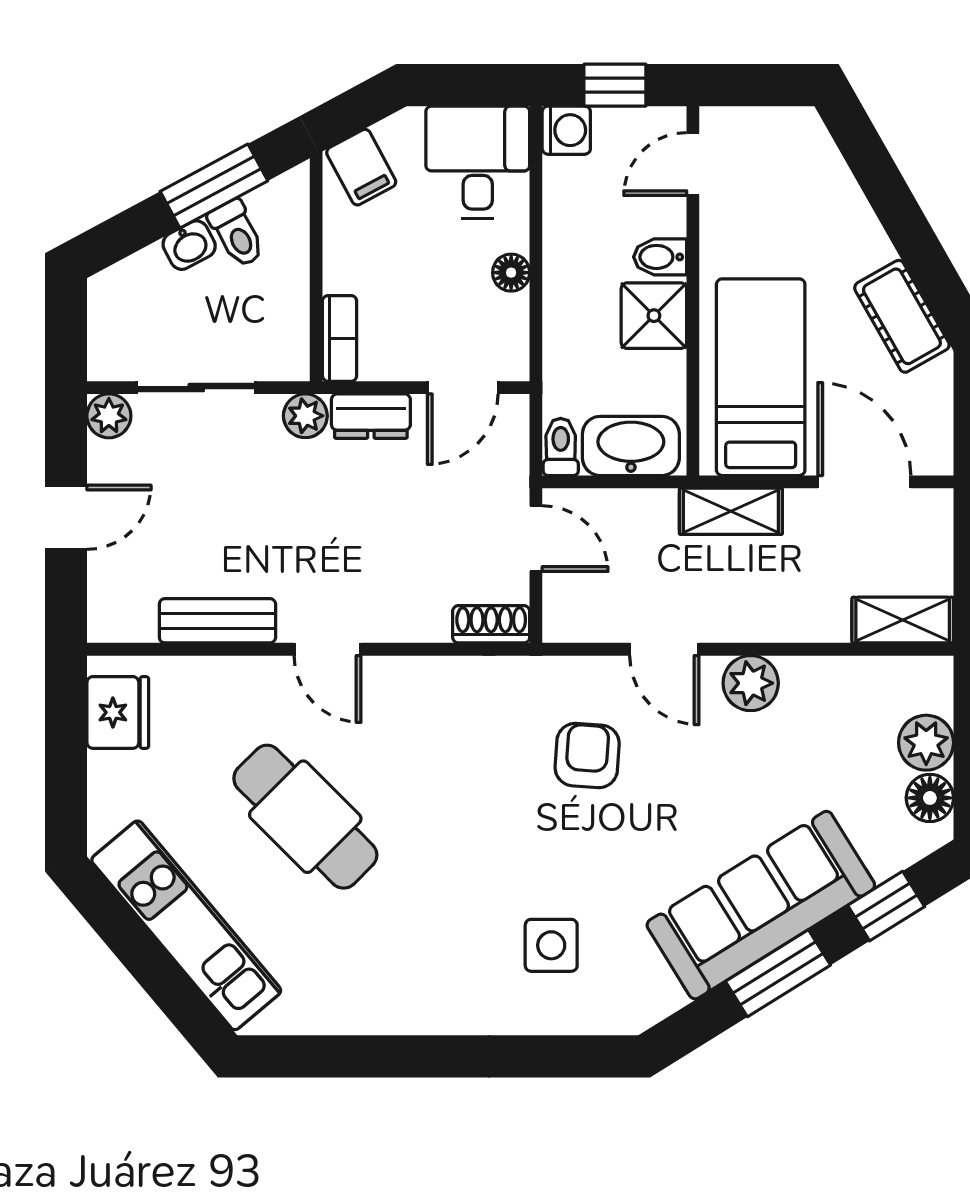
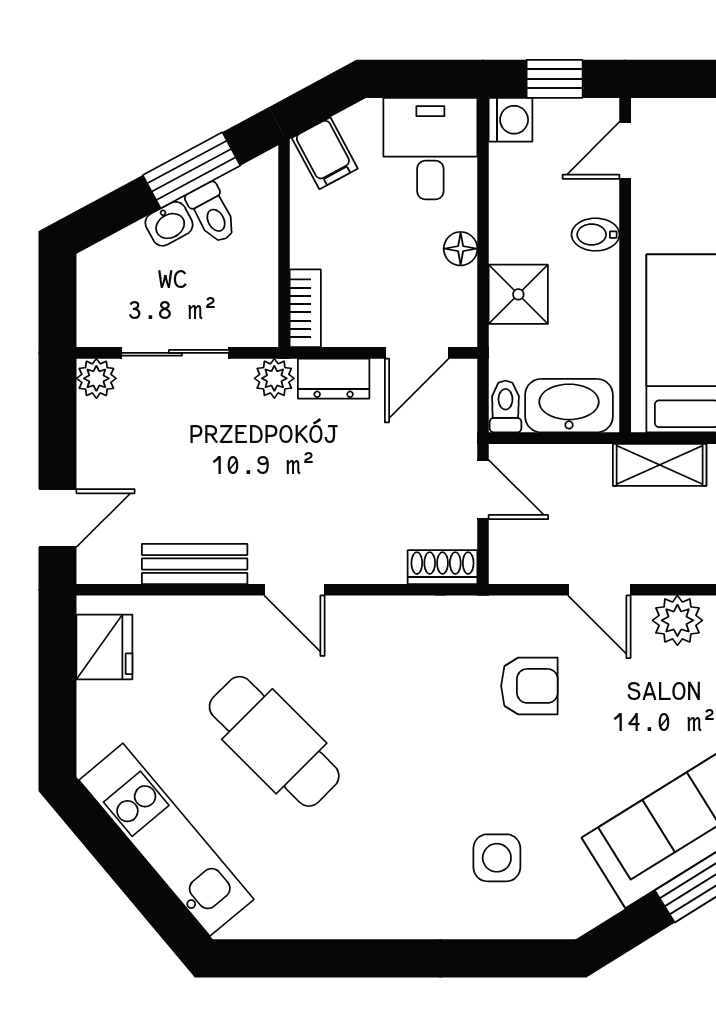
shower: (654, 316) -> (518, 294), moved
door: (66, 517) -> (58, 518), moved
armchair: (587, 755) -> (529, 686), turned 86

